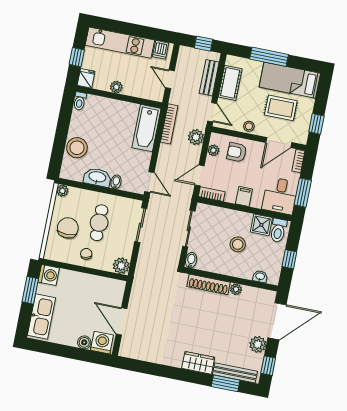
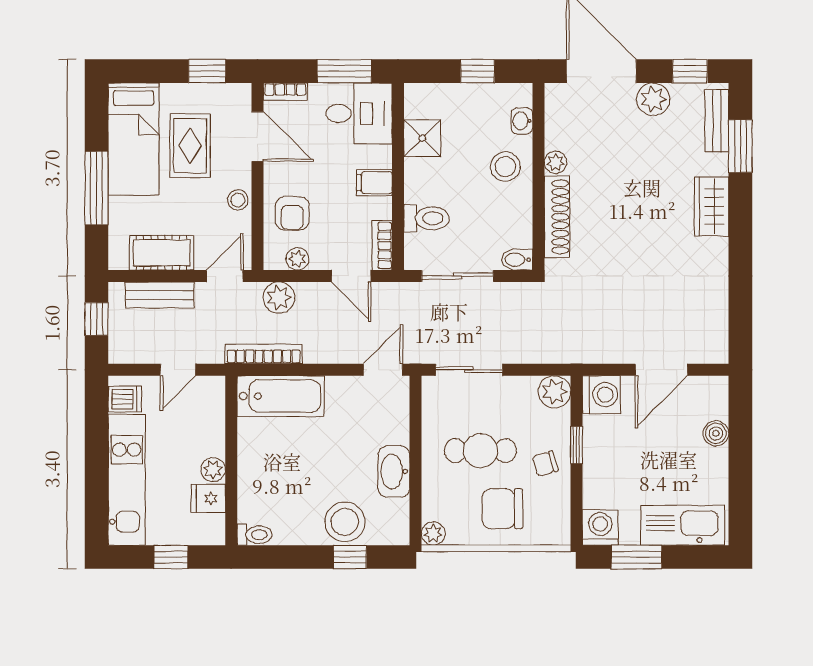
fridge: (86, 78) -> (208, 498), moved
window: (59, 147) -> (350, 557), added
bidet: (116, 182) -> (396, 434), removed
toilet: (278, 230) -> (426, 218), moved
stool: (238, 244) -> (505, 167), moved
window: (92, 271) -> (577, 445), added
washing machine: (102, 343) -> (601, 395), moved, turned 180
bench: (235, 373) -> (717, 121), width x0.73

